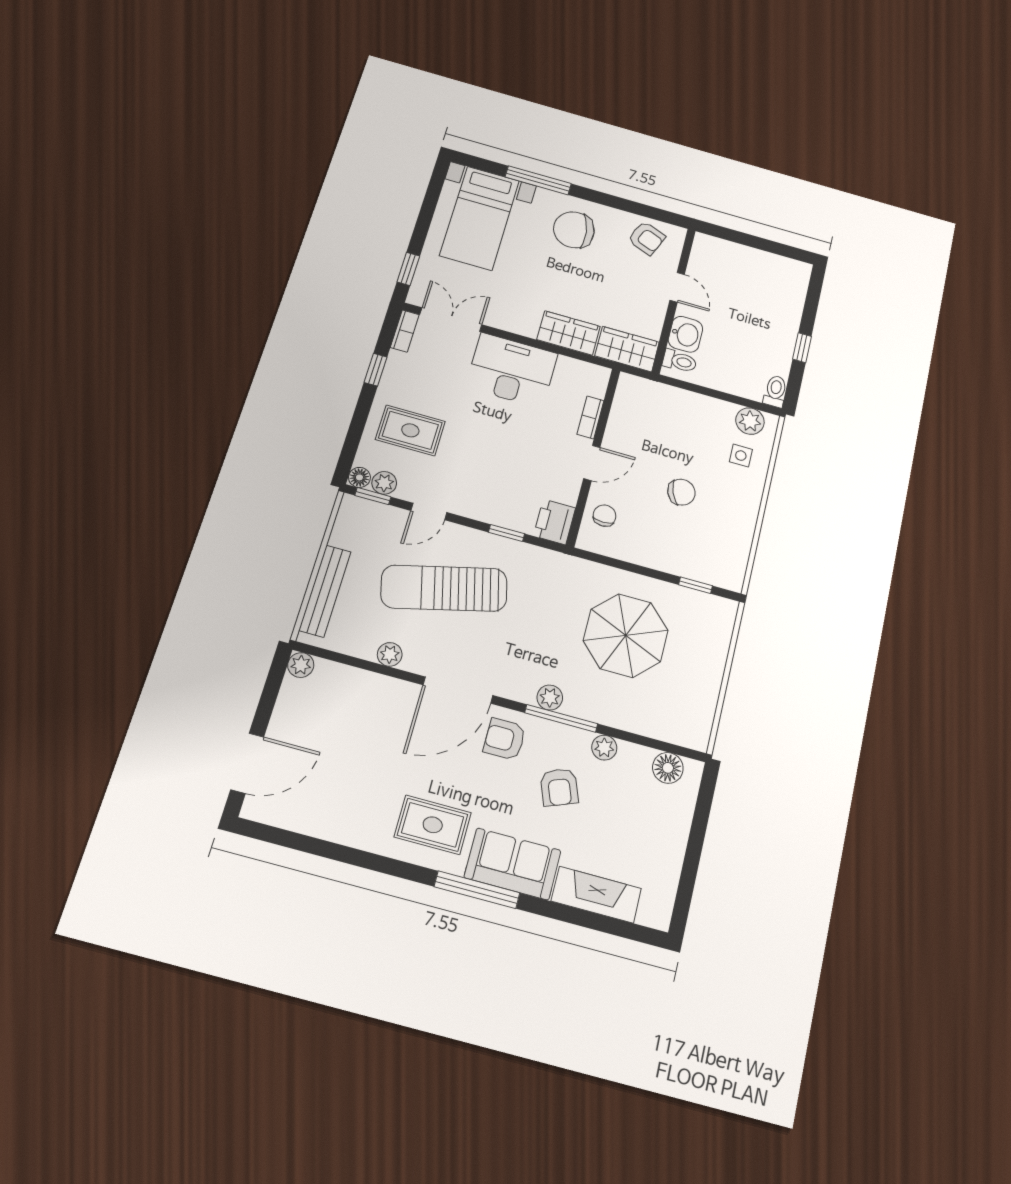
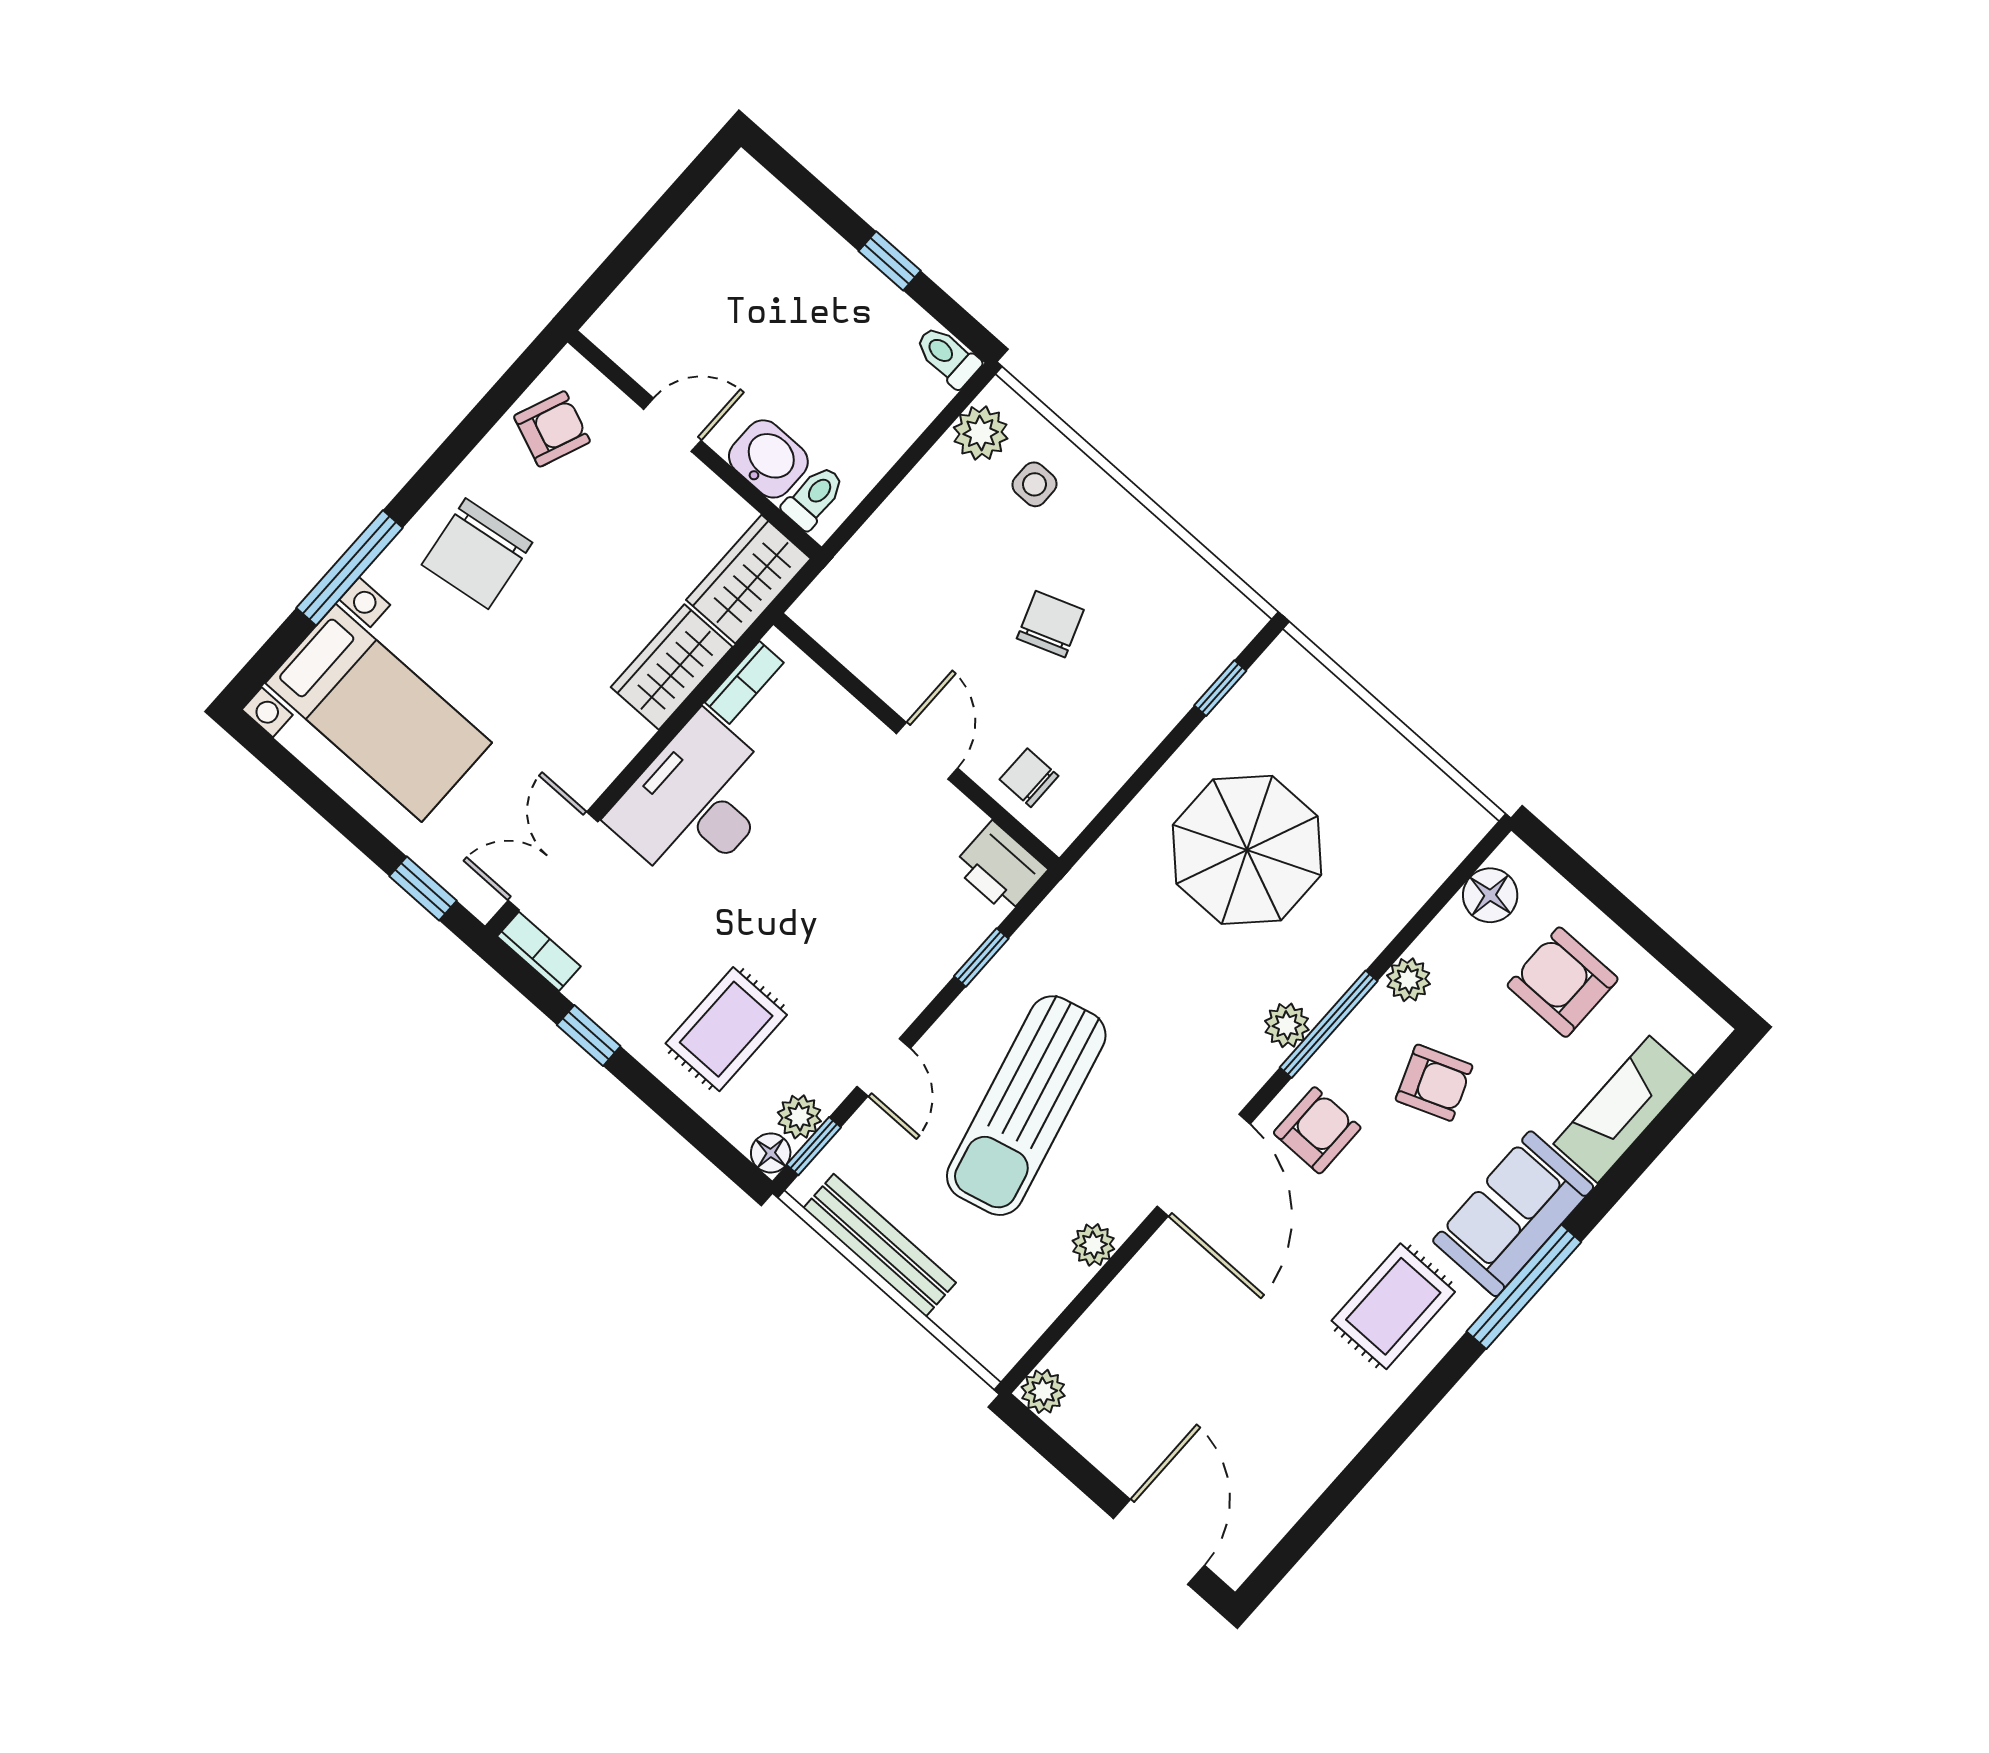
bookcase: (590, 417) -> (744, 682), moved, turned -90
bench: (325, 591) -> (880, 1245), moved
armchair: (505, 739) -> (1317, 1130), turned 180
armchair: (644, 828) -> (1563, 982), added

